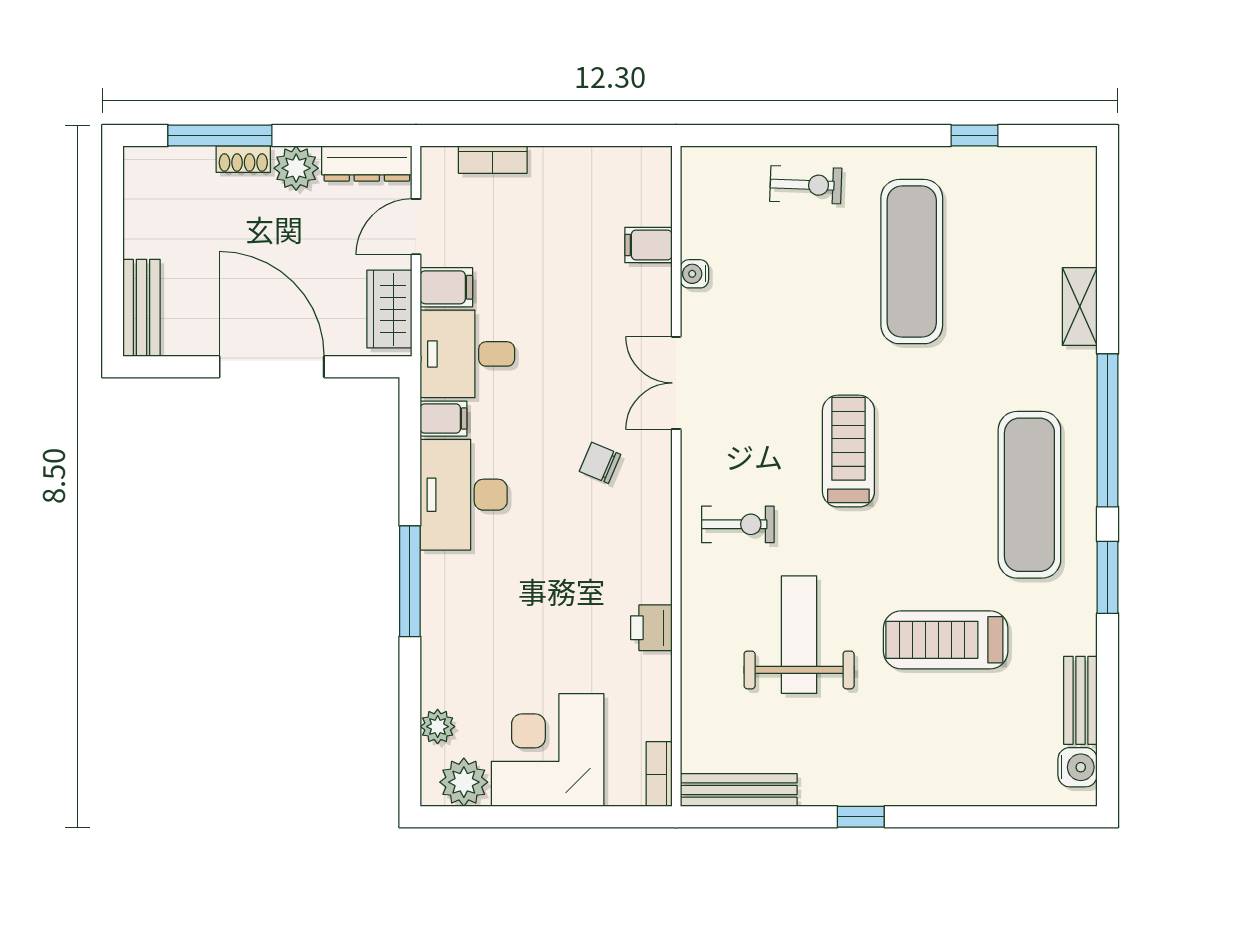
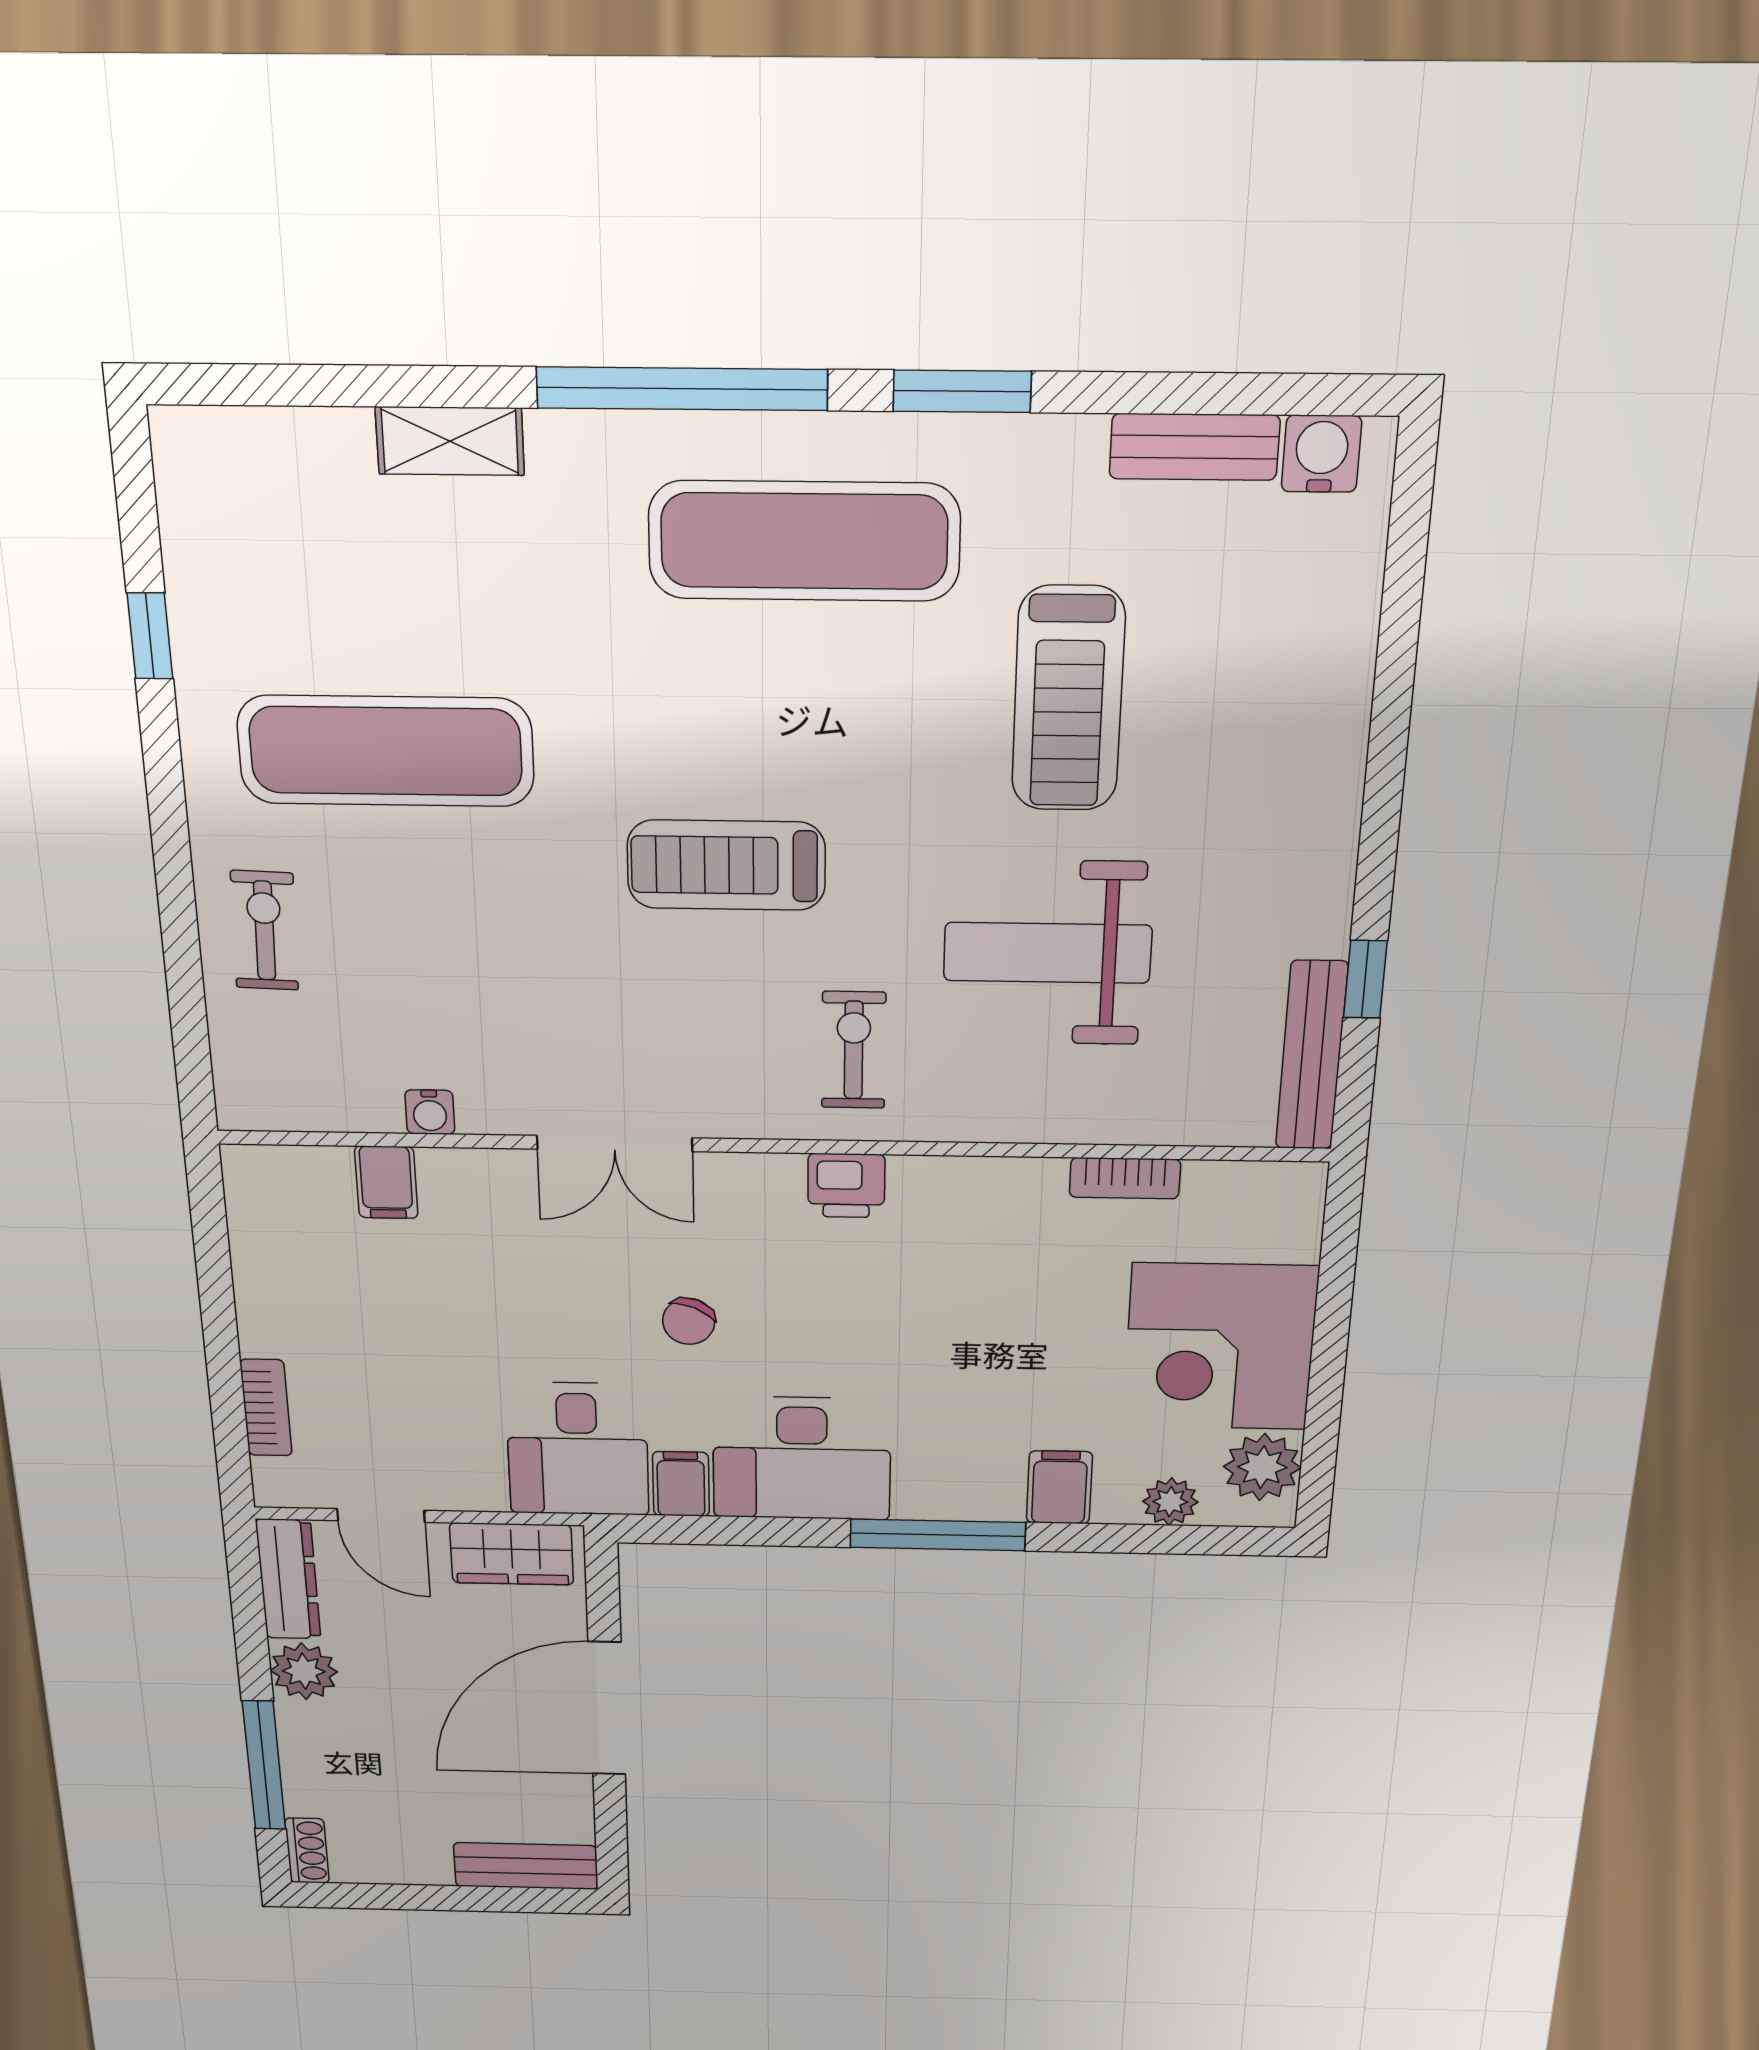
shoe rack: (243, 159) -> (307, 1851), moved
filing cabinet: (446, 287) -> (1059, 1487), moved
chair: (600, 463) -> (689, 1321), moved
printer: (651, 628) -> (846, 1186), moved
bookcase: (659, 774) -> (1125, 1178), moved
window: (861, 817) -> (1365, 979), moved

